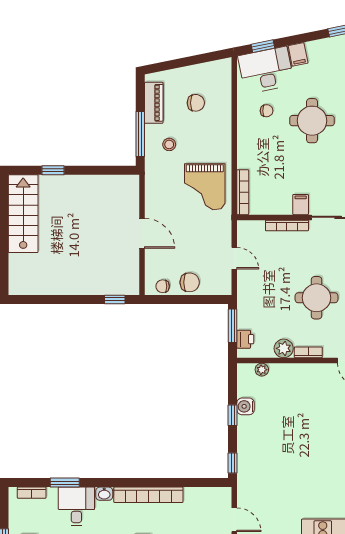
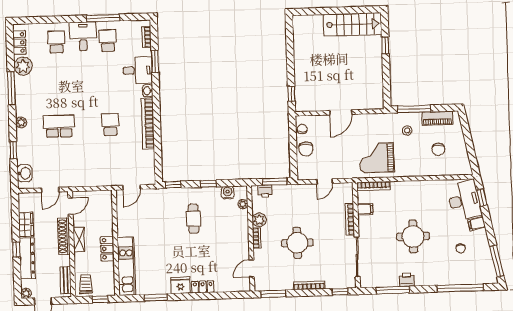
chair: (267, 111) -> (461, 248), moved
round table: (312, 121) -> (413, 236), moved
filing cabinet: (301, 205) -> (365, 209), moved
water cooler: (246, 406) -> (228, 193), moved
cafe table: (279, 437) -> (193, 219), added

